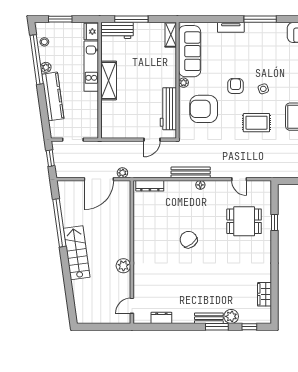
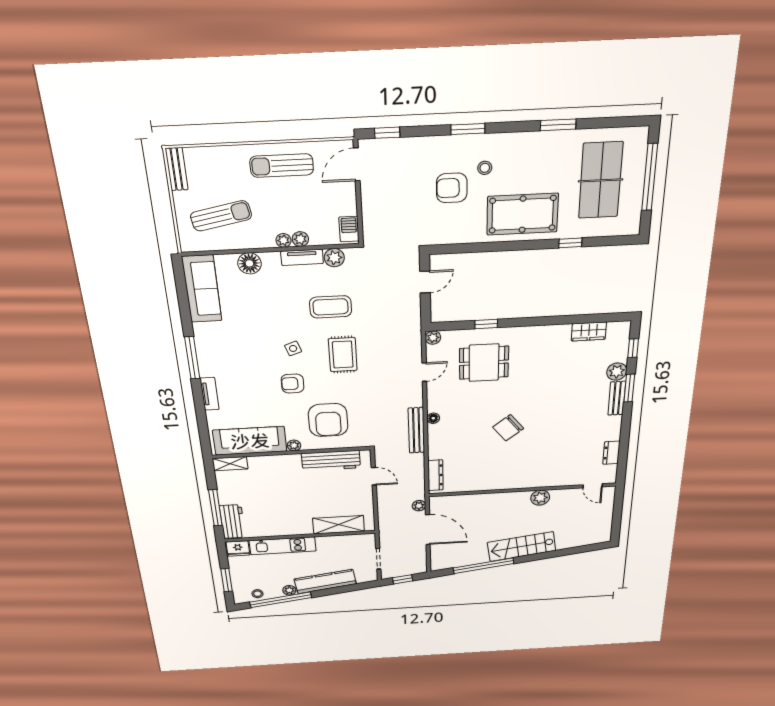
shelving: (109, 80) -> (339, 525), moved
plant: (266, 186) -> (433, 338), added
dining table: (244, 221) -> (484, 363), turned 90

